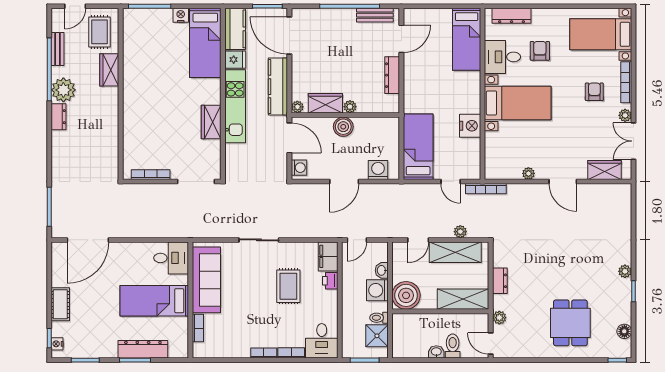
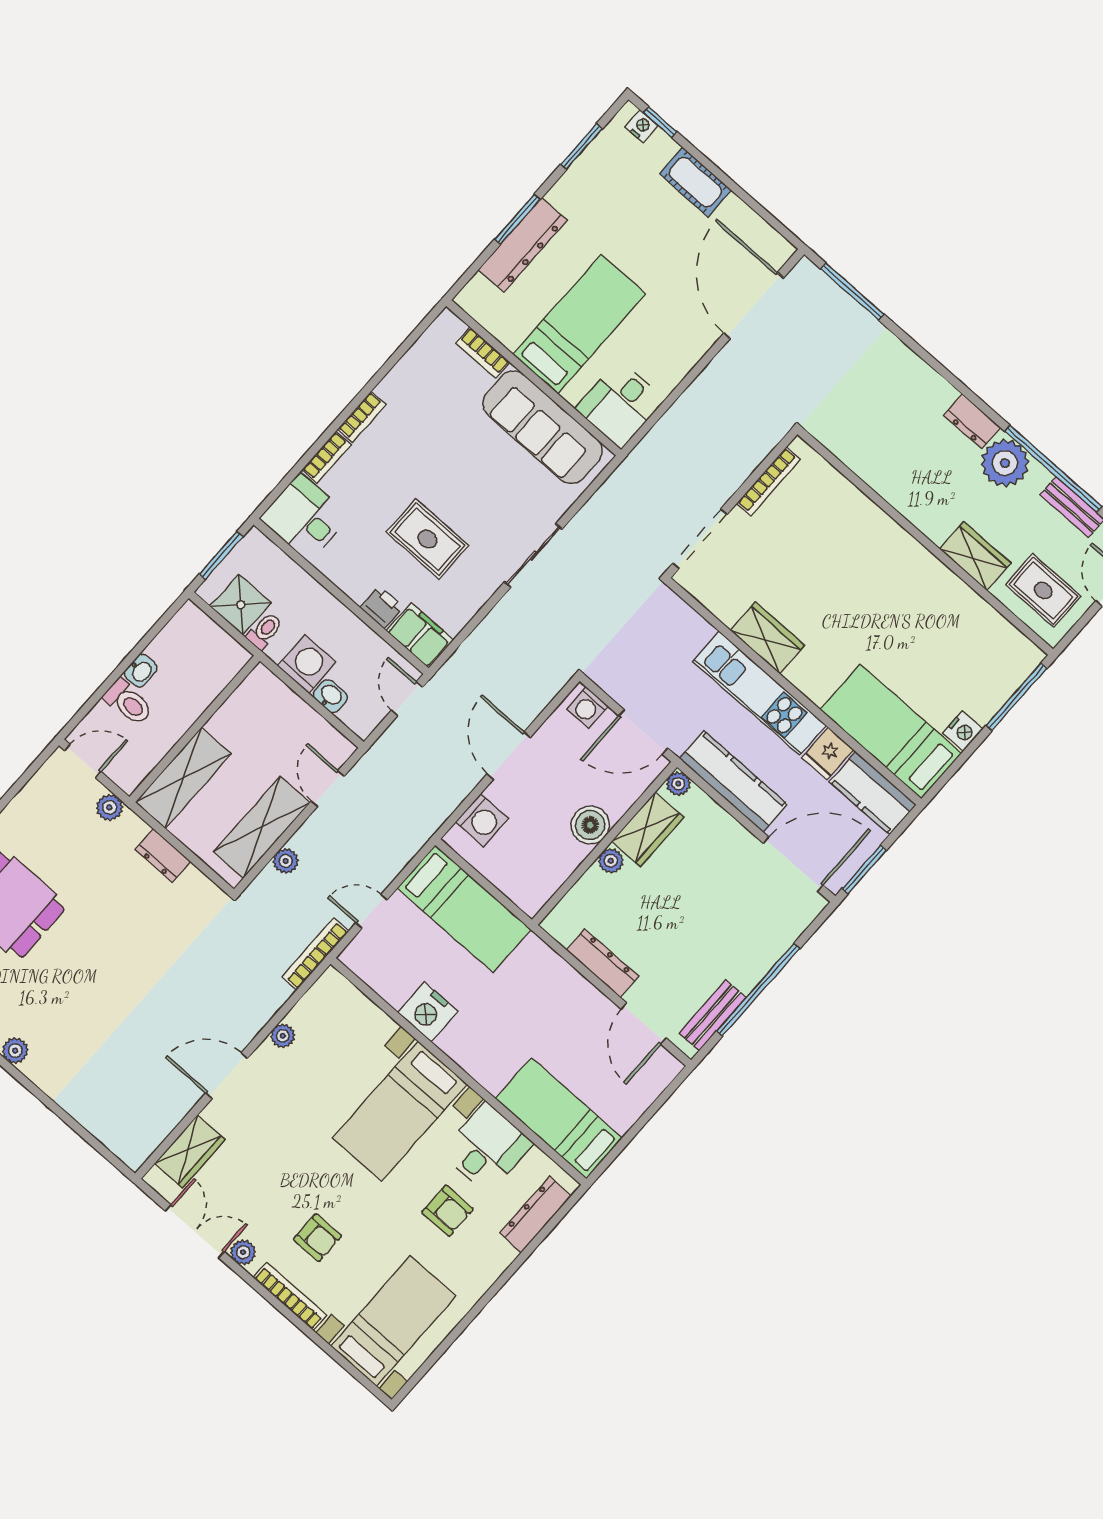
boiler: (406, 295) -> (262, 699), removed

